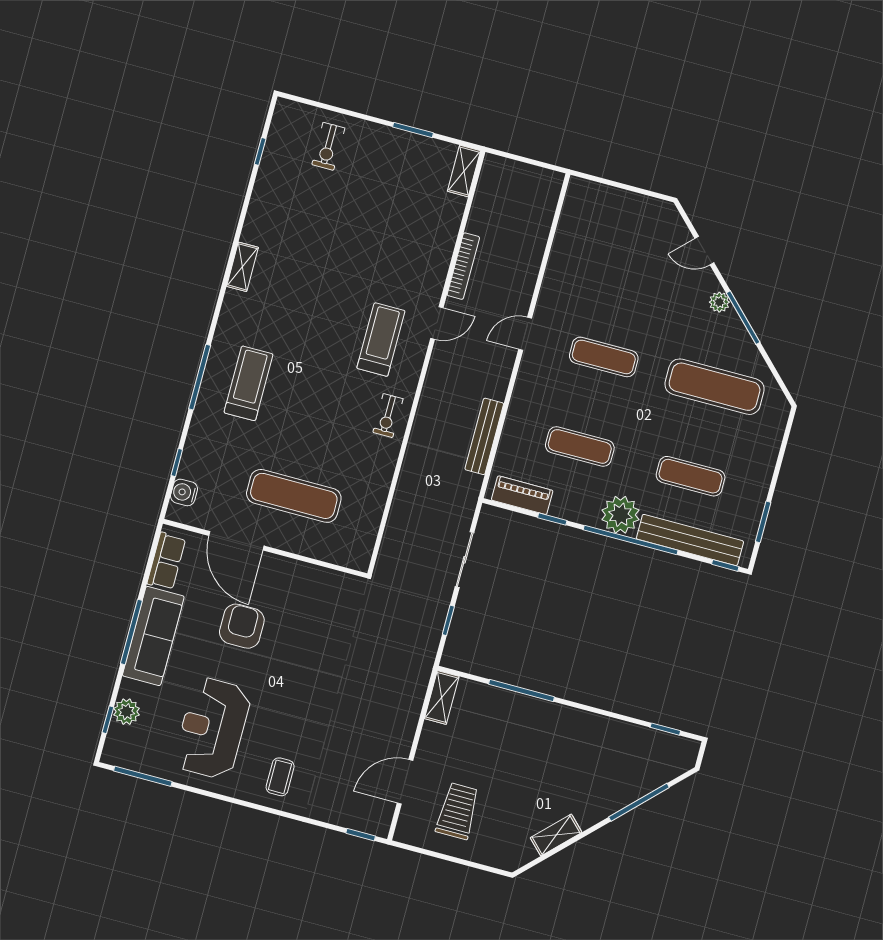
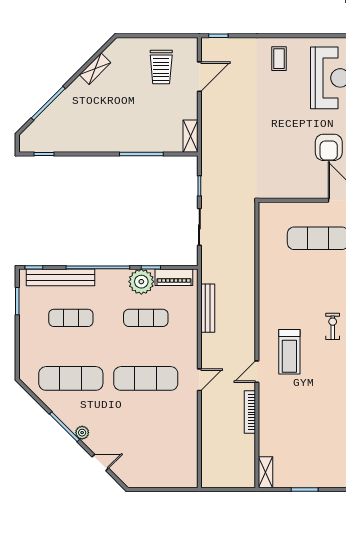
exercise mat: (604, 357) -> (146, 378), width x1.36, depth x1.45
exercise bike: (388, 416) -> (333, 326), moved
plant: (620, 515) -> (141, 282), moved

